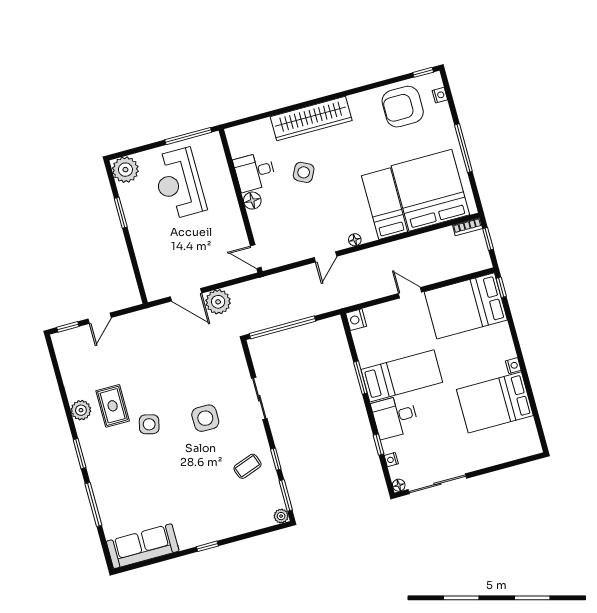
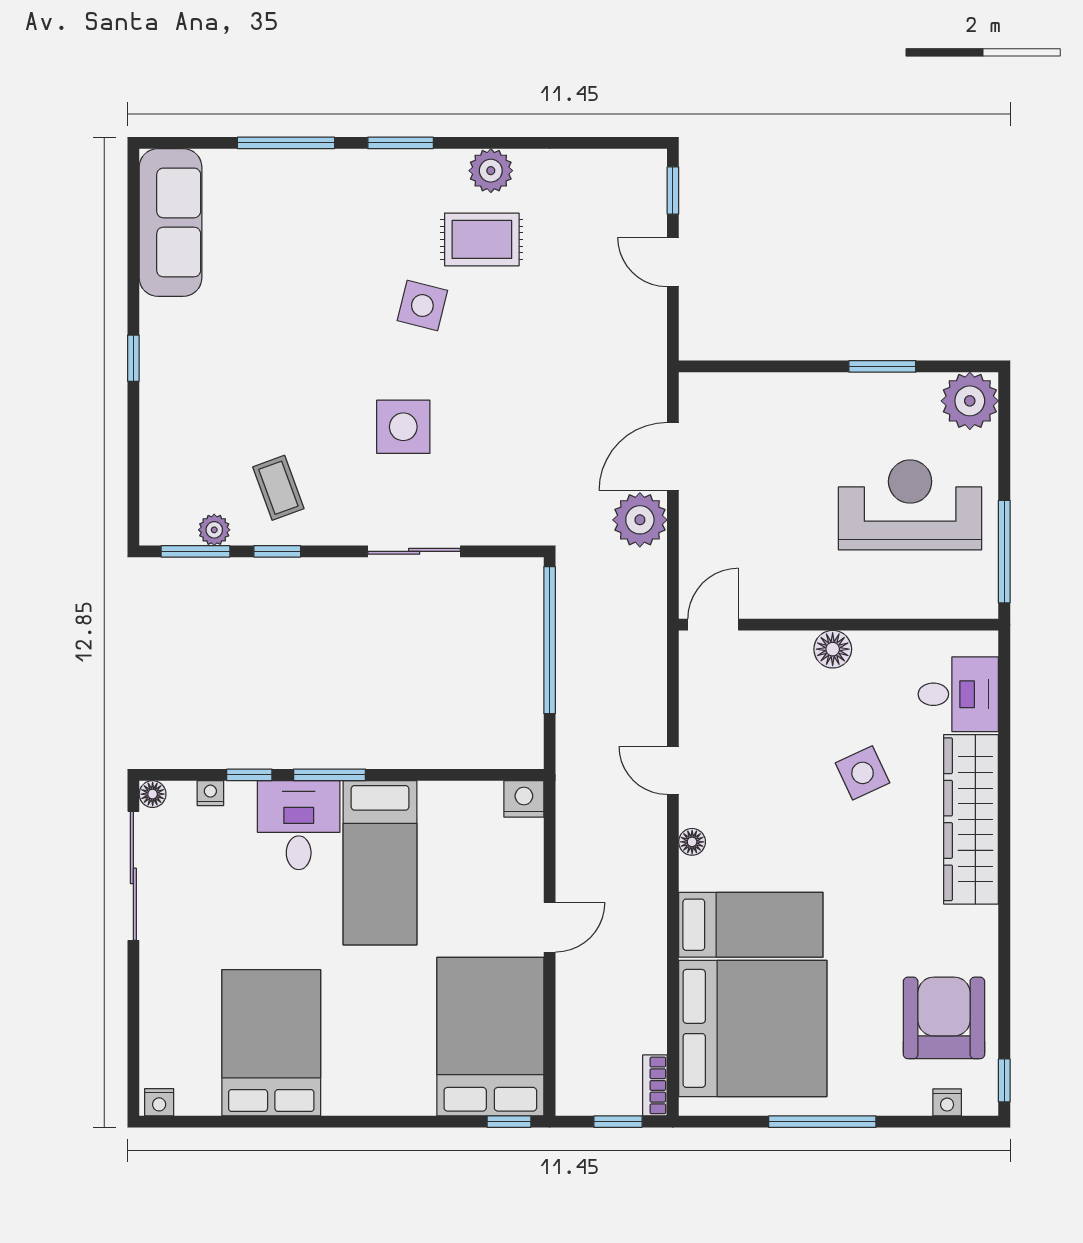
desk: (255, 172) -> (958, 694), moved, turned 90
side table: (304, 172) -> (863, 773), turned 38
nightstand: (513, 366) -> (159, 1102), moved
window: (360, 378) -> (329, 775), moved
plant: (281, 516) -> (214, 530), moved

